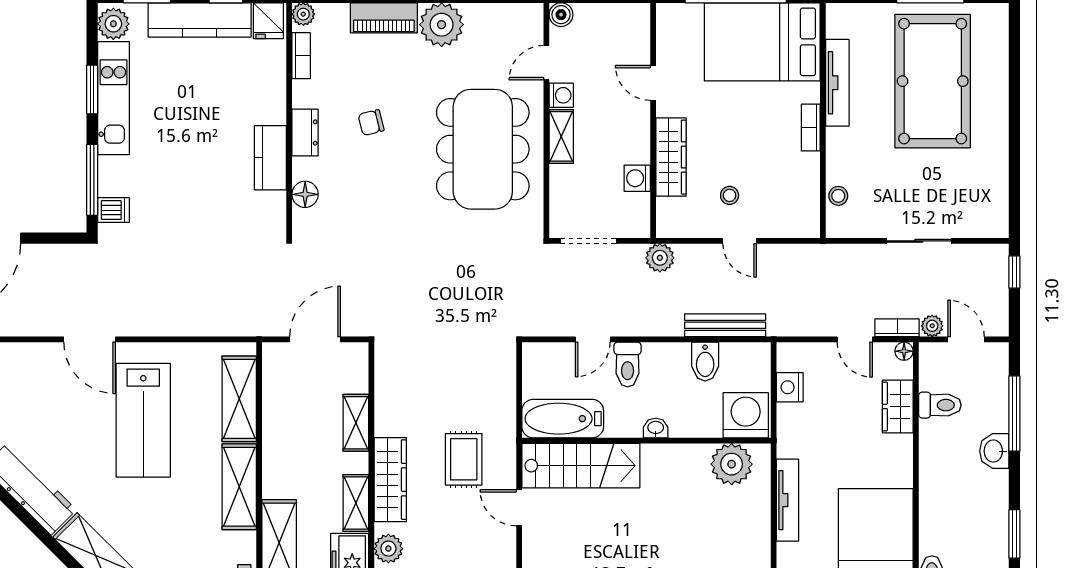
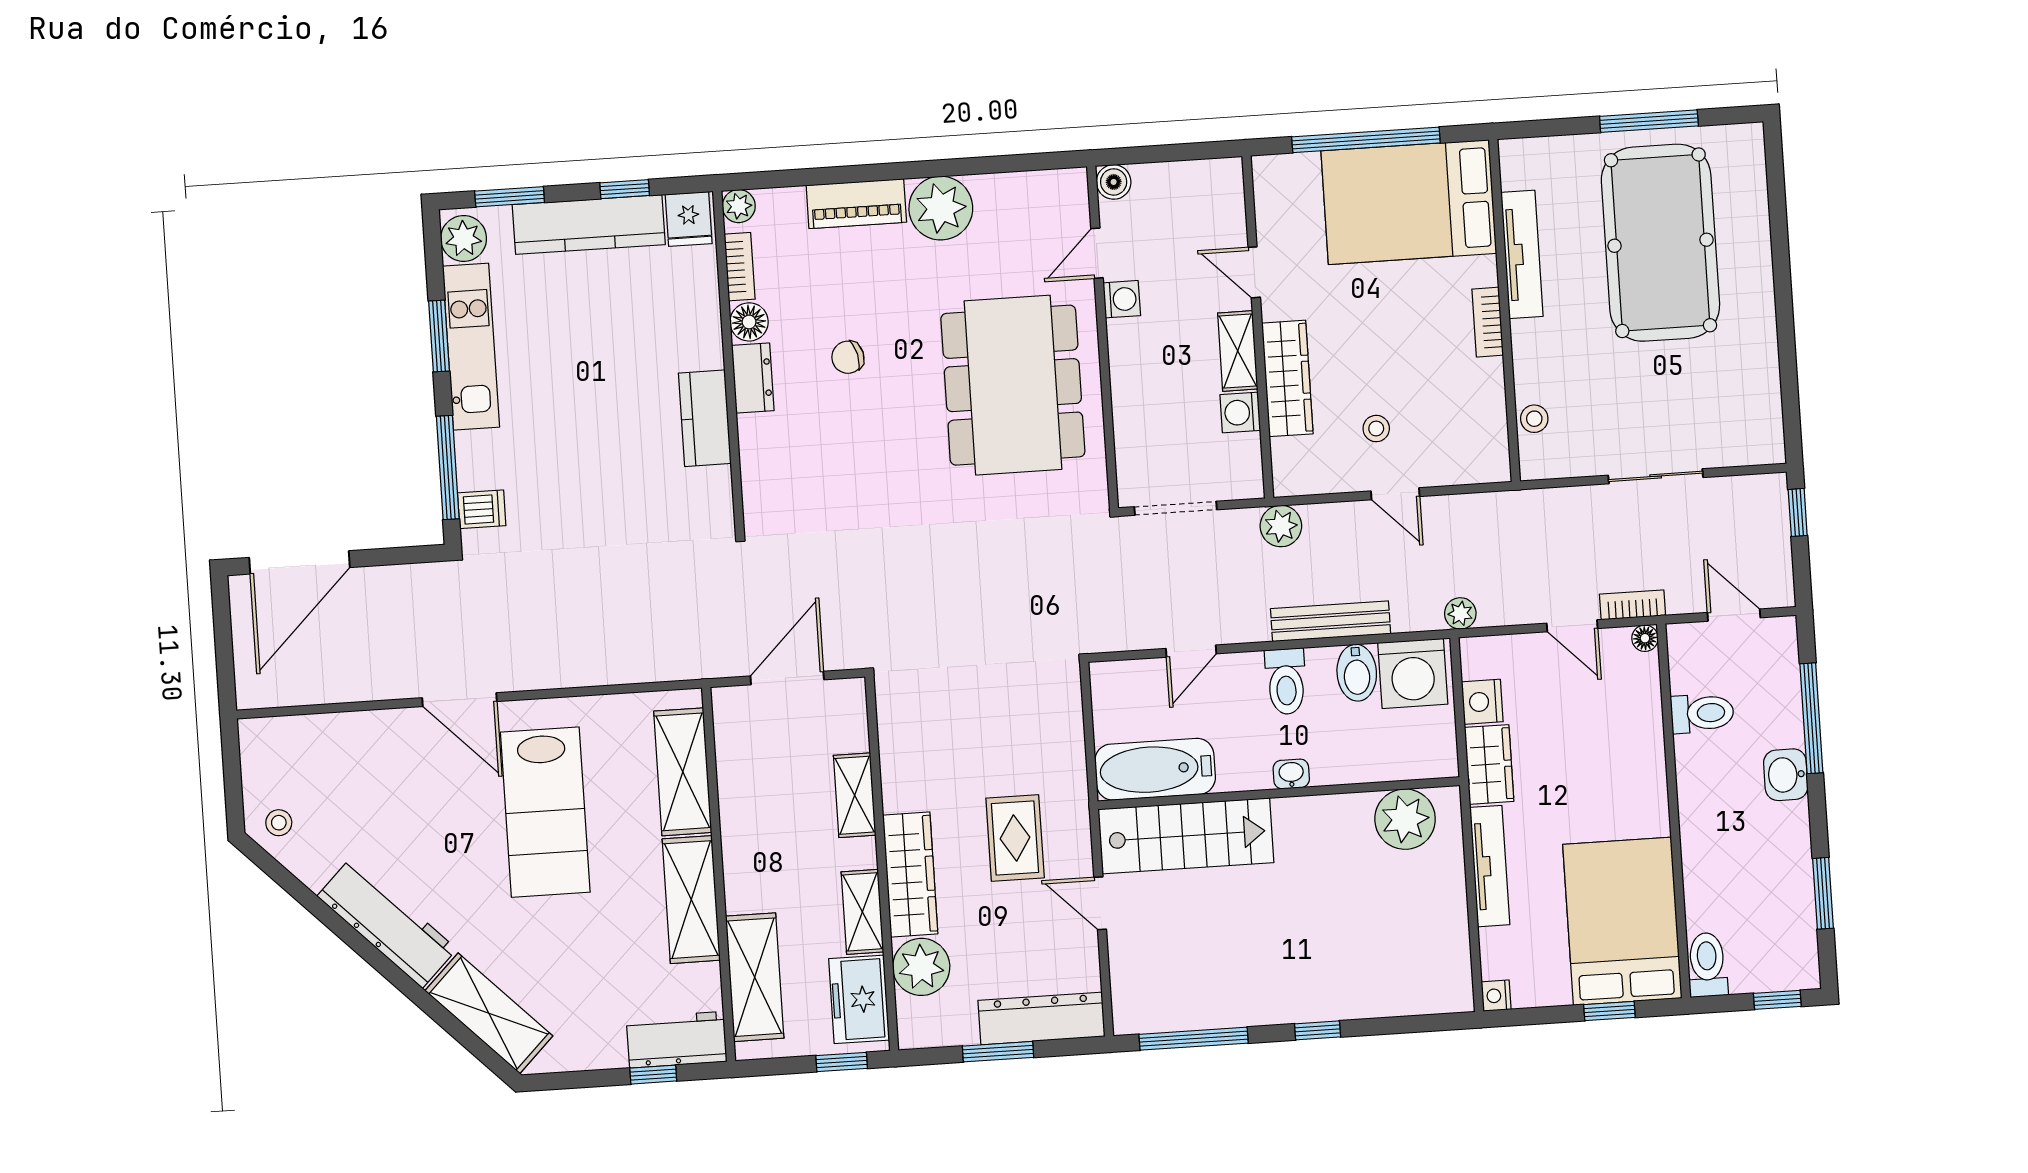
shelving: (561, 136) -> (1238, 351), moved
floor lamp: (305, 194) -> (749, 322), moved
bench: (725, 325) -> (1331, 621), moved
plant: (932, 326) -> (1460, 613), moved
toilet: (628, 364) -> (1286, 681), moved
wardrobe: (898, 406) -> (1489, 764), moved, turned 180
washing machine: (746, 415) -> (1413, 673), moved, turned 180
plant: (388, 549) -> (921, 967), width x1.36, depth x1.36

